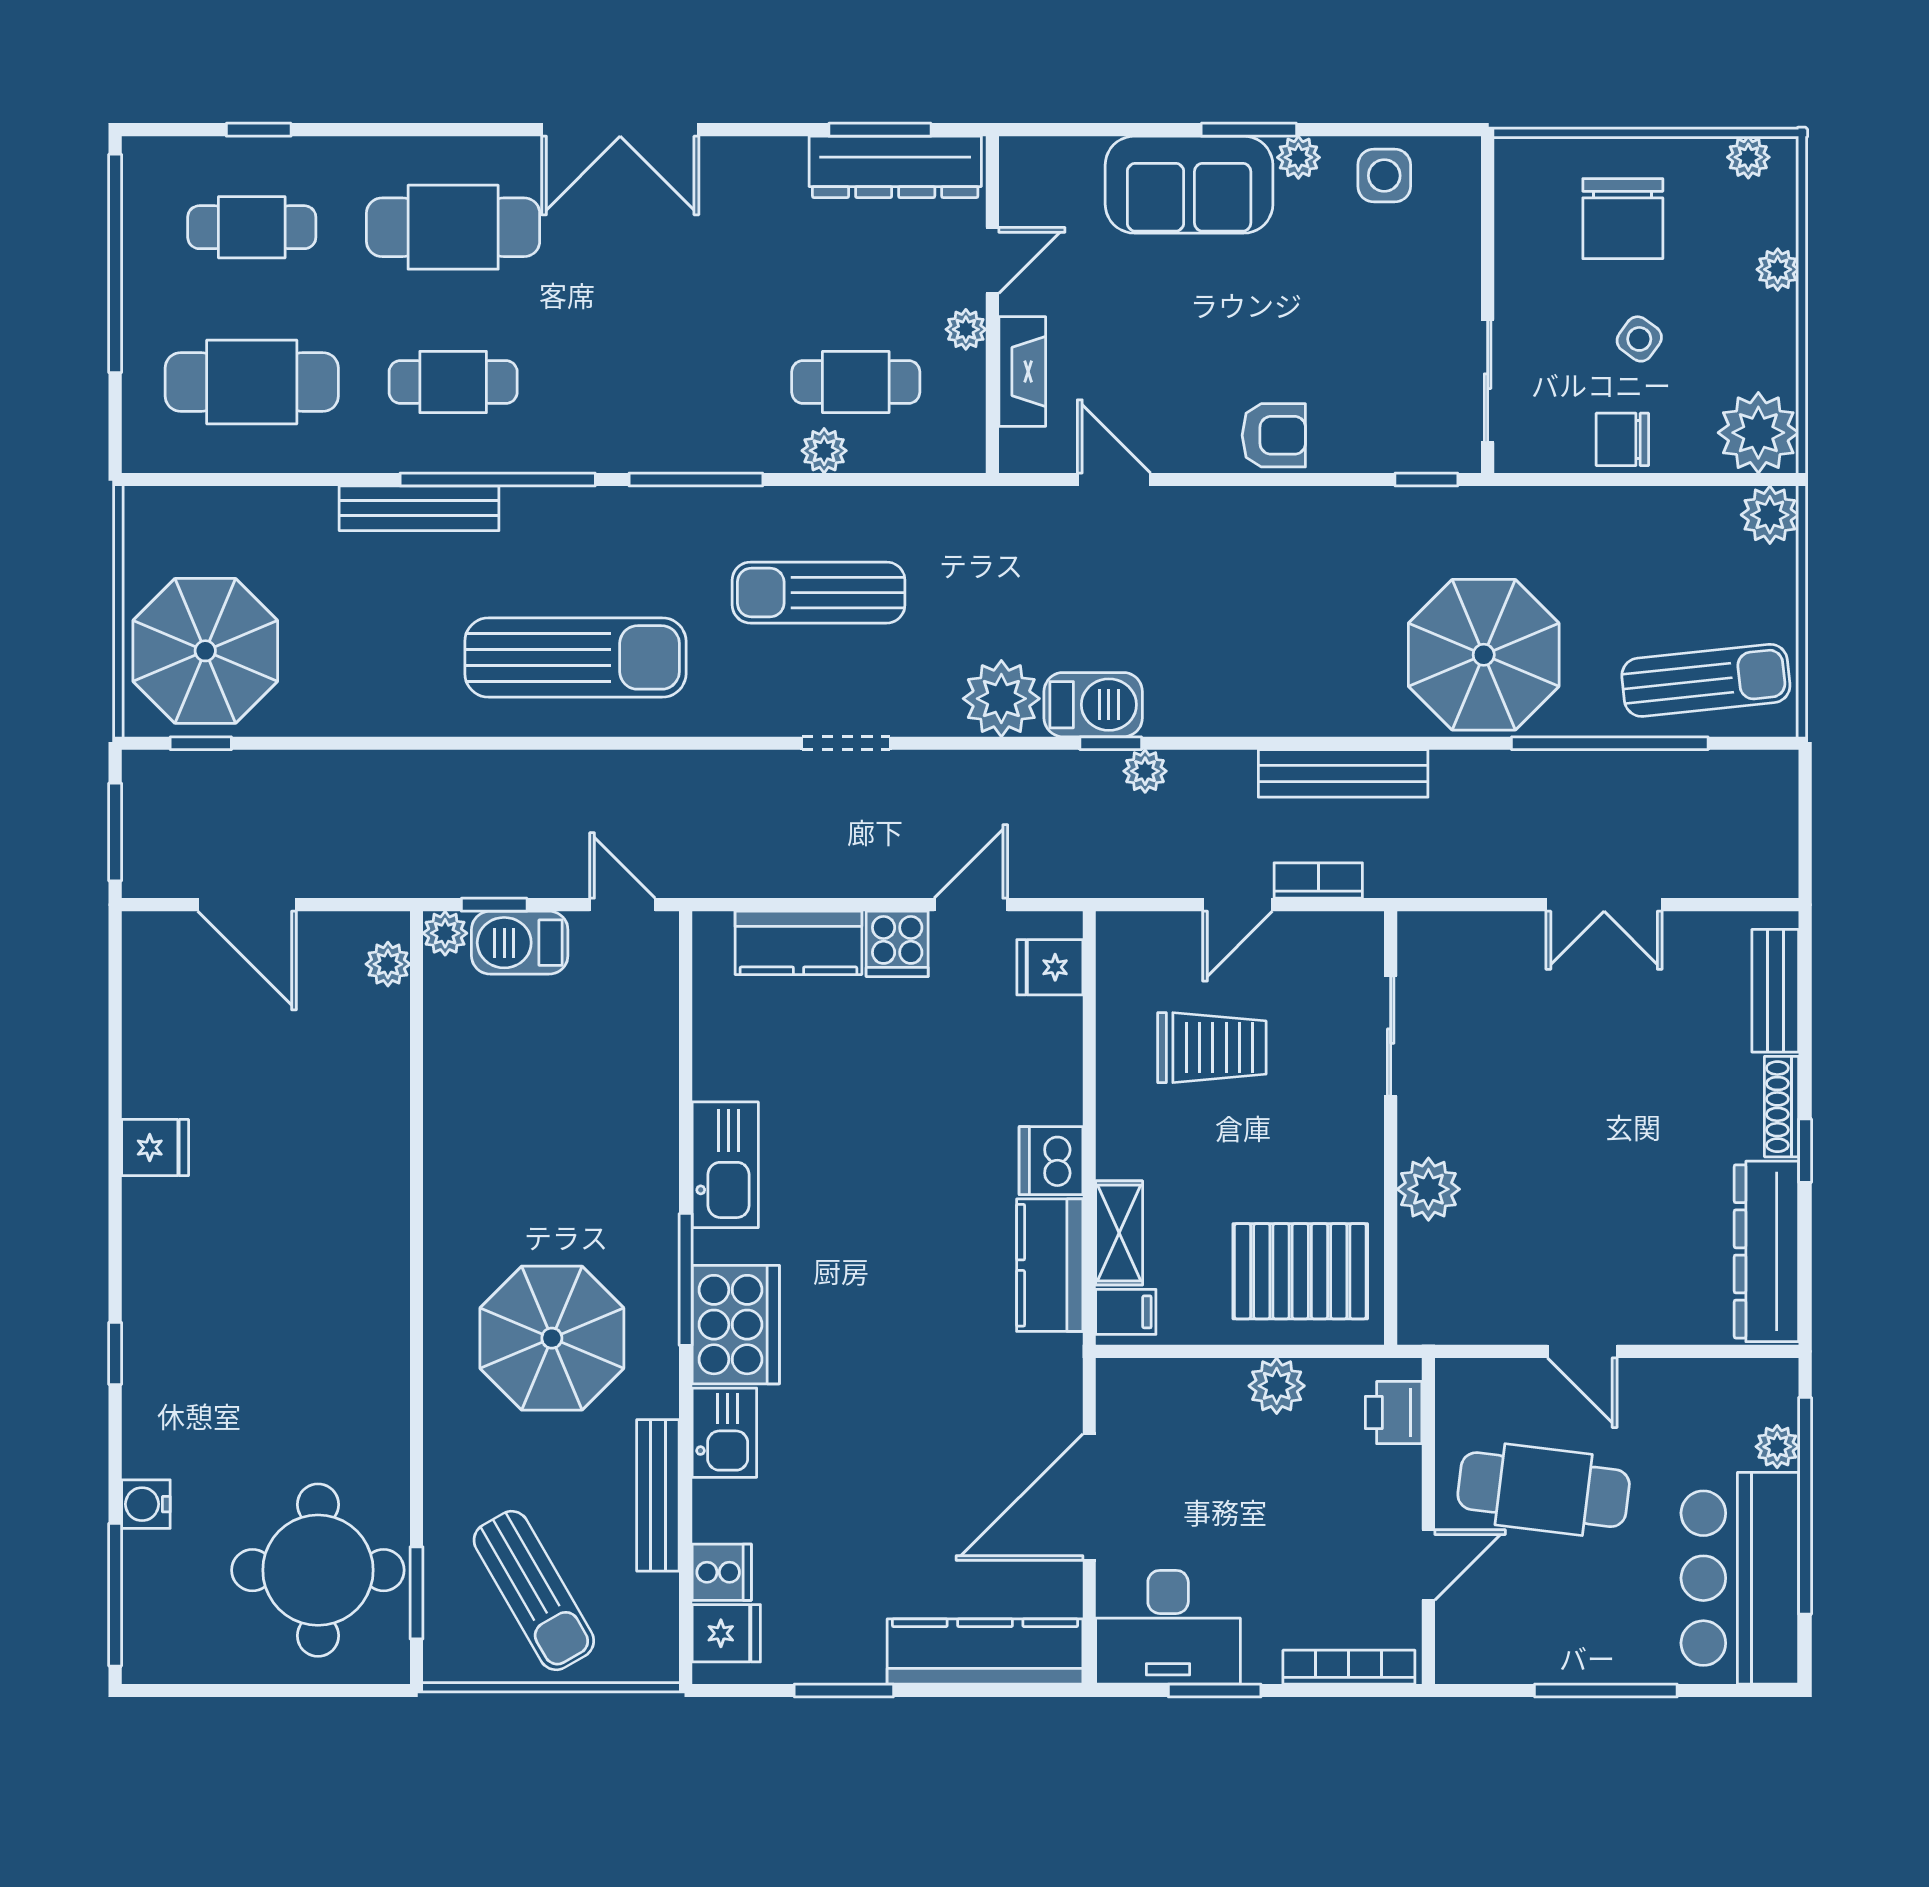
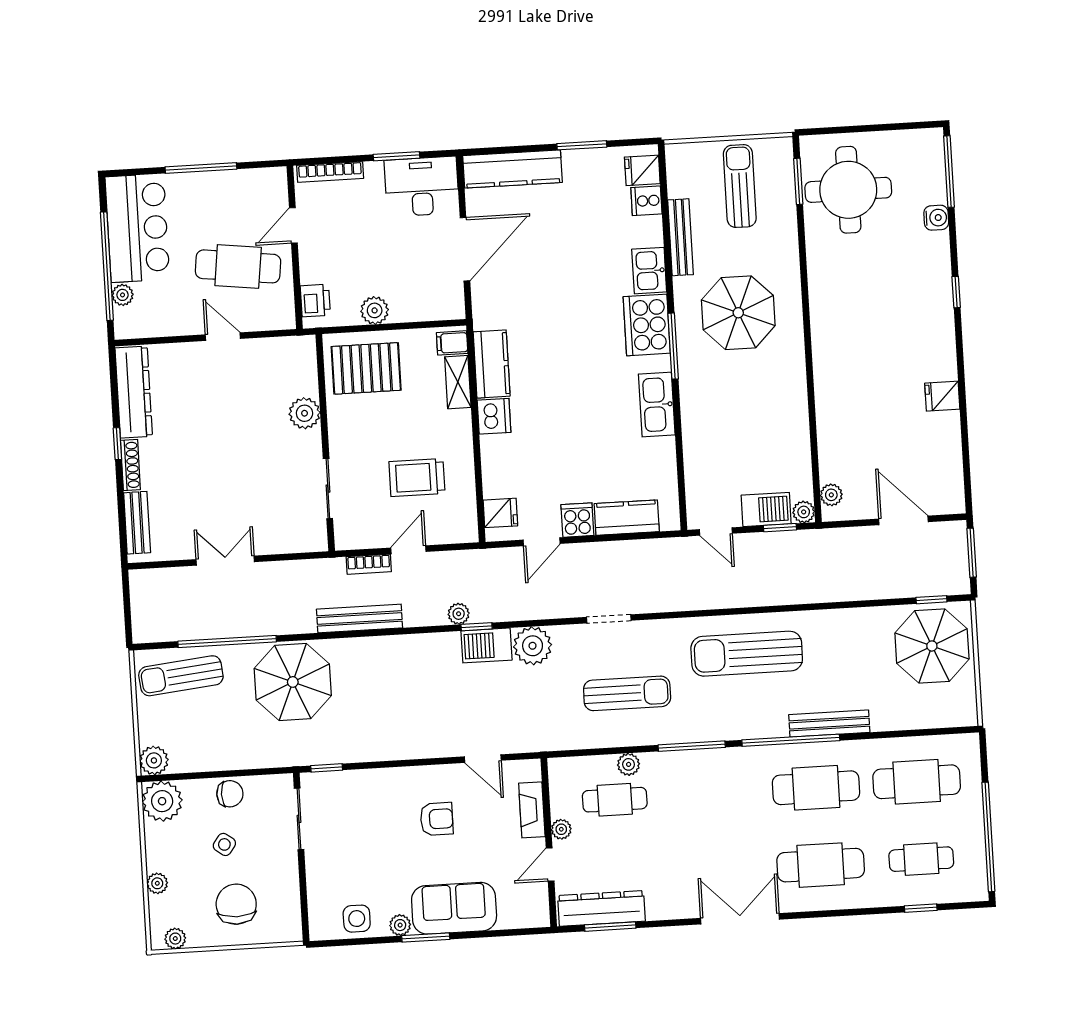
cafe table: (453, 382) -> (816, 788), width x1.37, depth x1.35
armchair: (1274, 435) -> (437, 819), moved, turned 180
sun lounger: (534, 1591) -> (740, 186), turned 30

